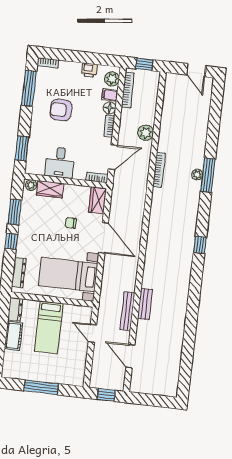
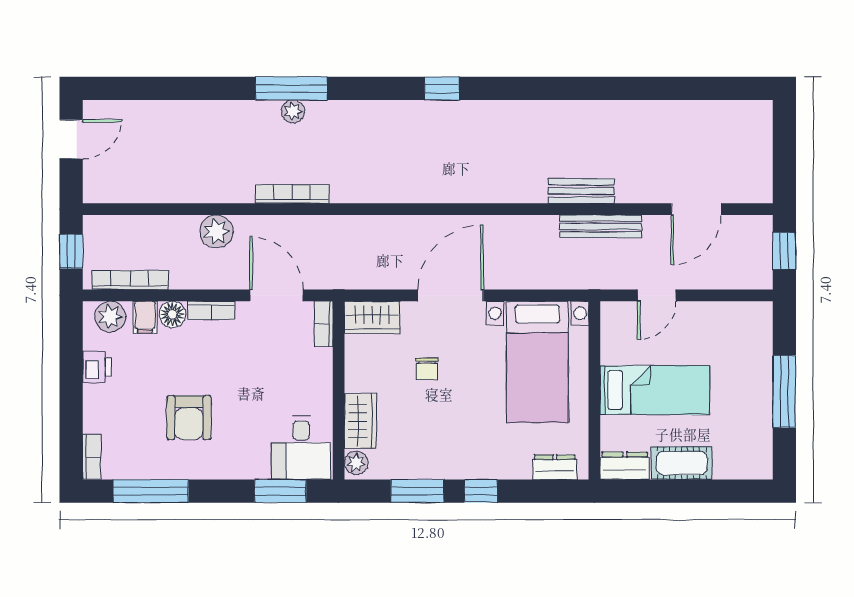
desk: (60, 163) -> (301, 448), moved, turned 90
dresser: (19, 273) -> (555, 467), width x0.70

